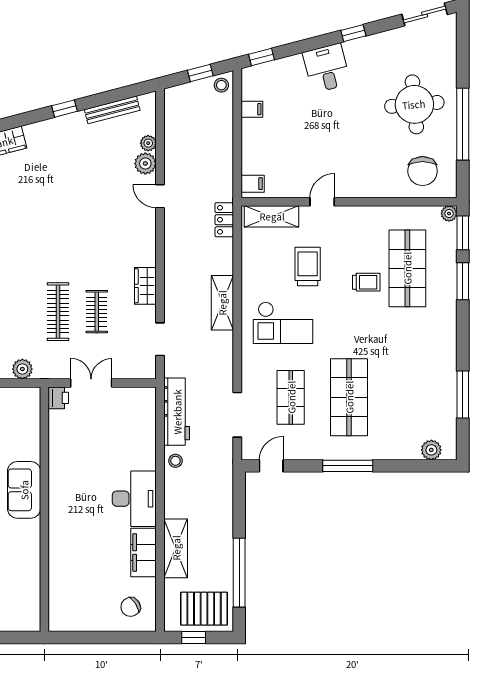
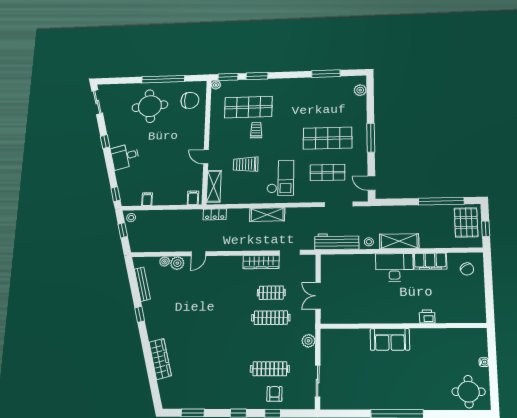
wardrobe: (145, 286) -> (261, 262), width x1.50
printer: (58, 398) -> (427, 317), moved
shelving: (176, 548) -> (399, 241), moved

